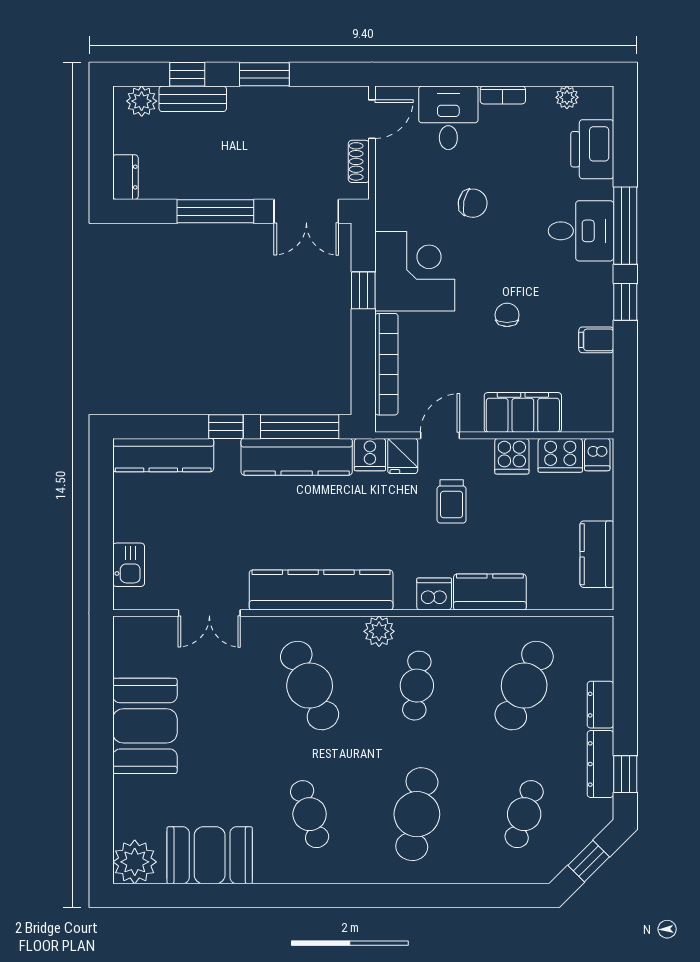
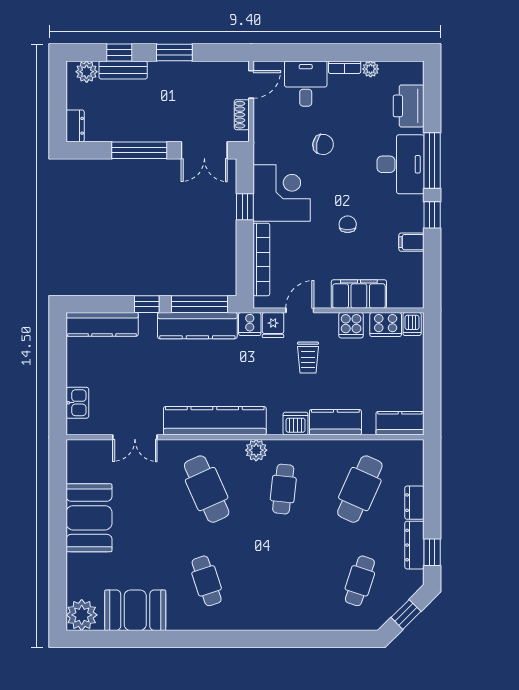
plant: (567, 97) -> (371, 69), moved
desk: (581, 231) -> (400, 164), width x1.37
kitchen counter: (597, 554) -> (400, 423), moved, turned 90
cafe table: (417, 814) -> (283, 581), removed

